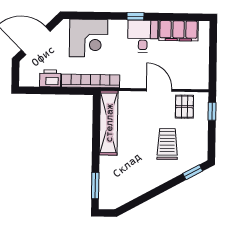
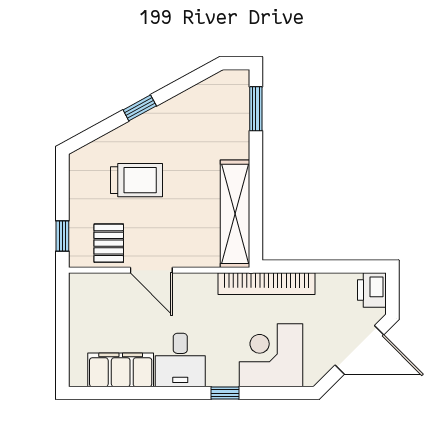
window: (135, 16) -> (225, 393), moved
printer: (50, 78) -> (372, 290), moved, turned 90
trolley: (167, 144) -> (136, 180), turned -90
window: (193, 172) -> (140, 108), moved

